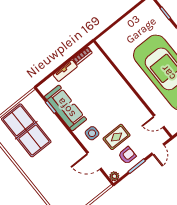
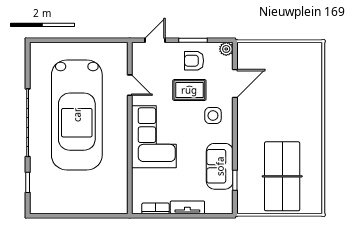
corner sofa: (115, 95) -> (154, 137), added
sofa: (66, 108) -> (220, 166), width x0.73
door: (159, 121) -> (130, 85), moved
door: (94, 161) -> (235, 84), hinge flipped

